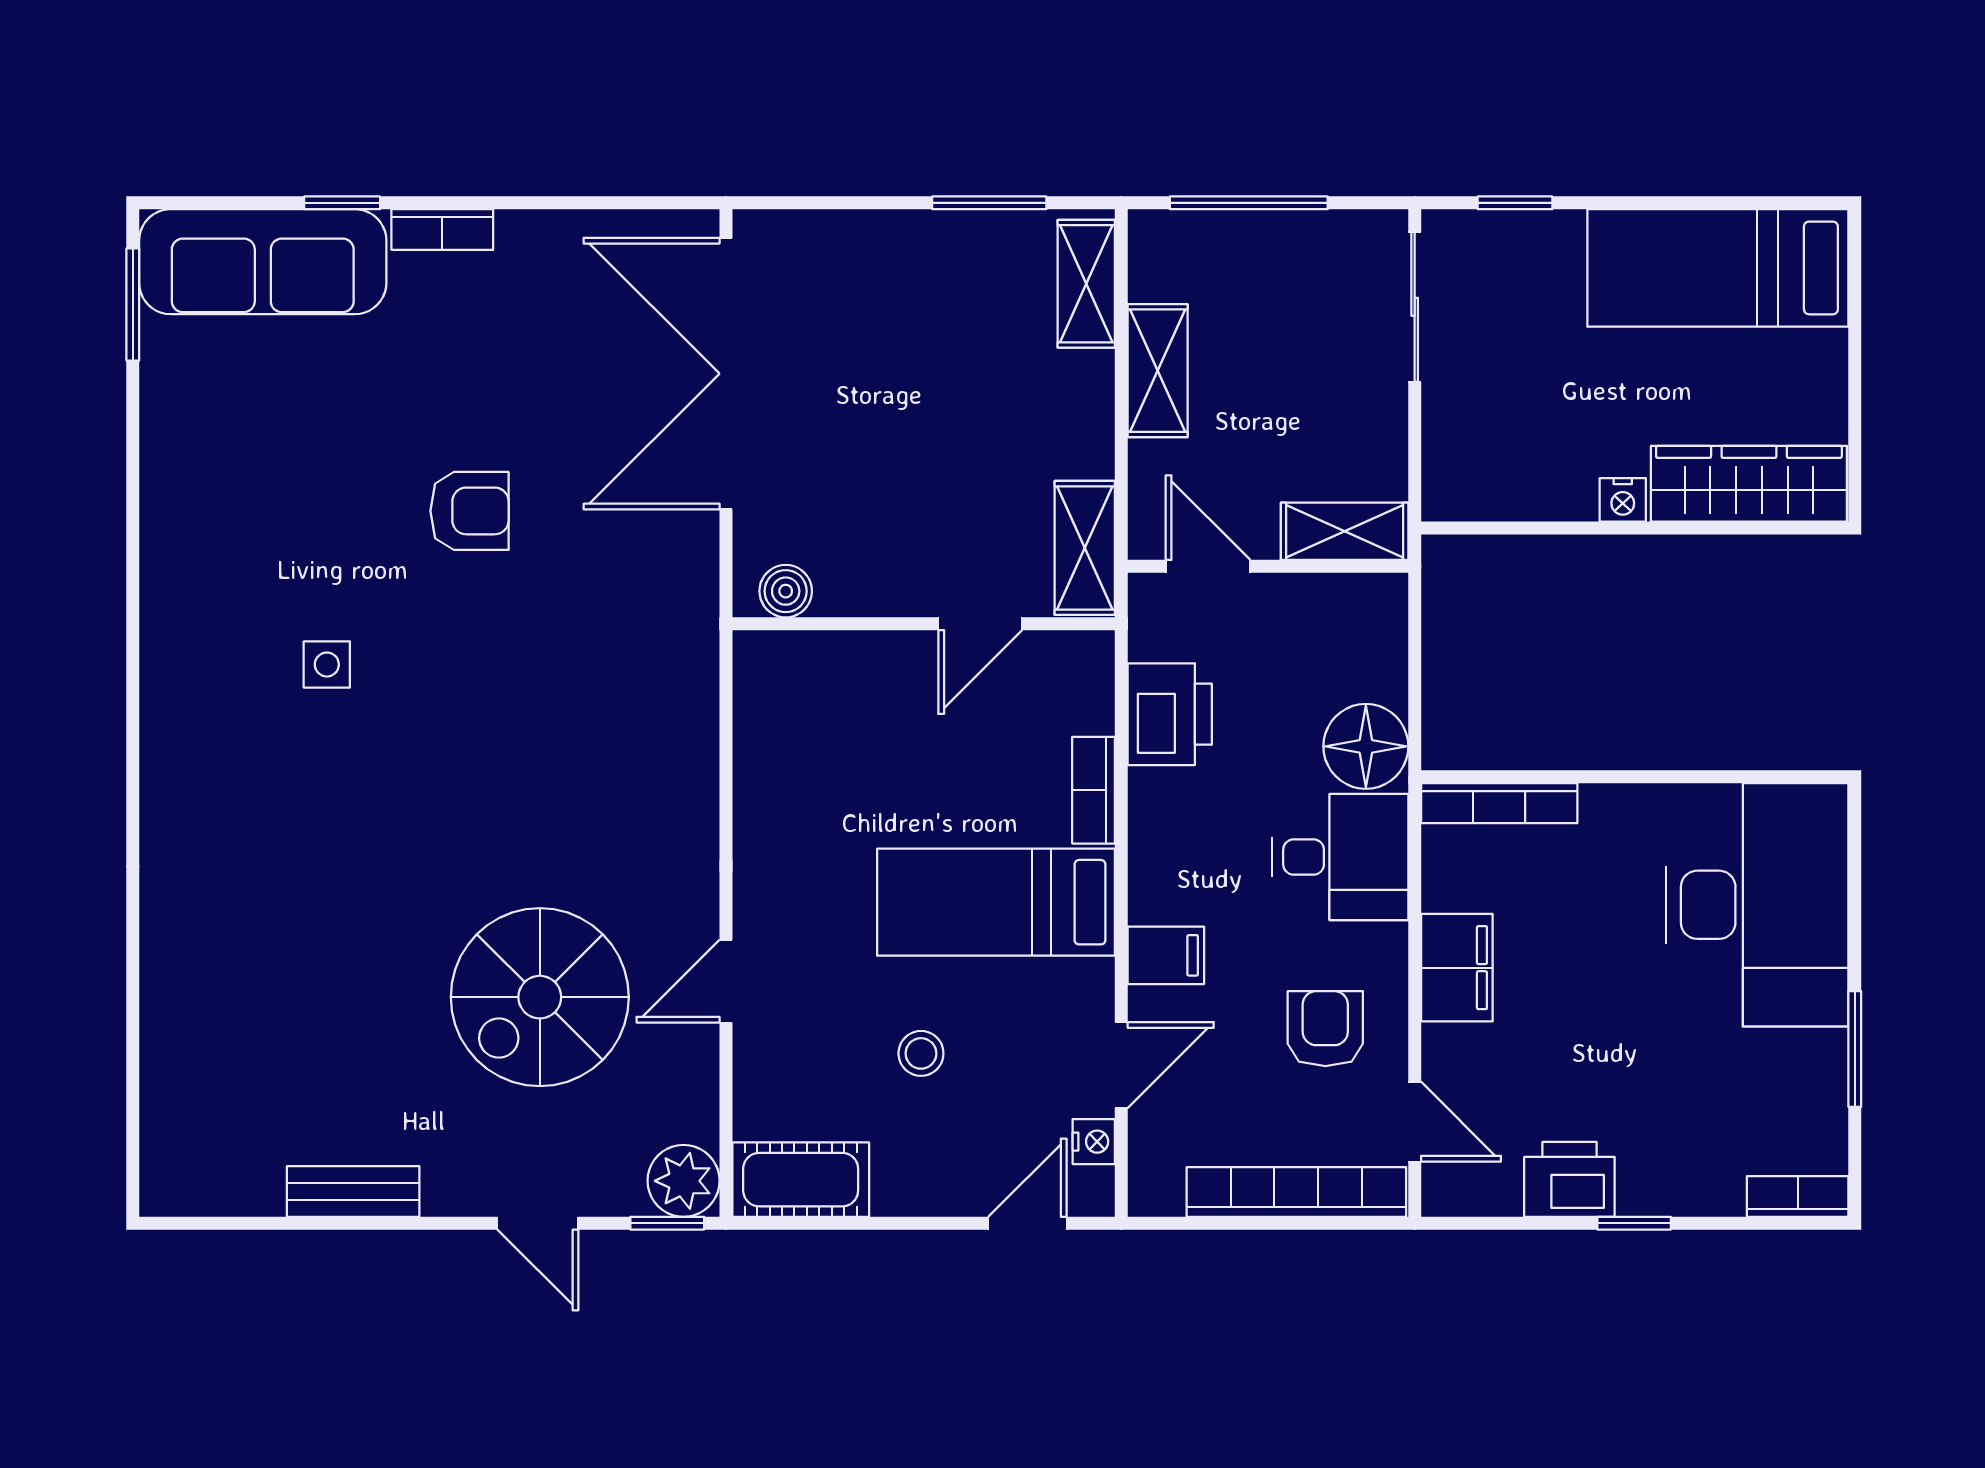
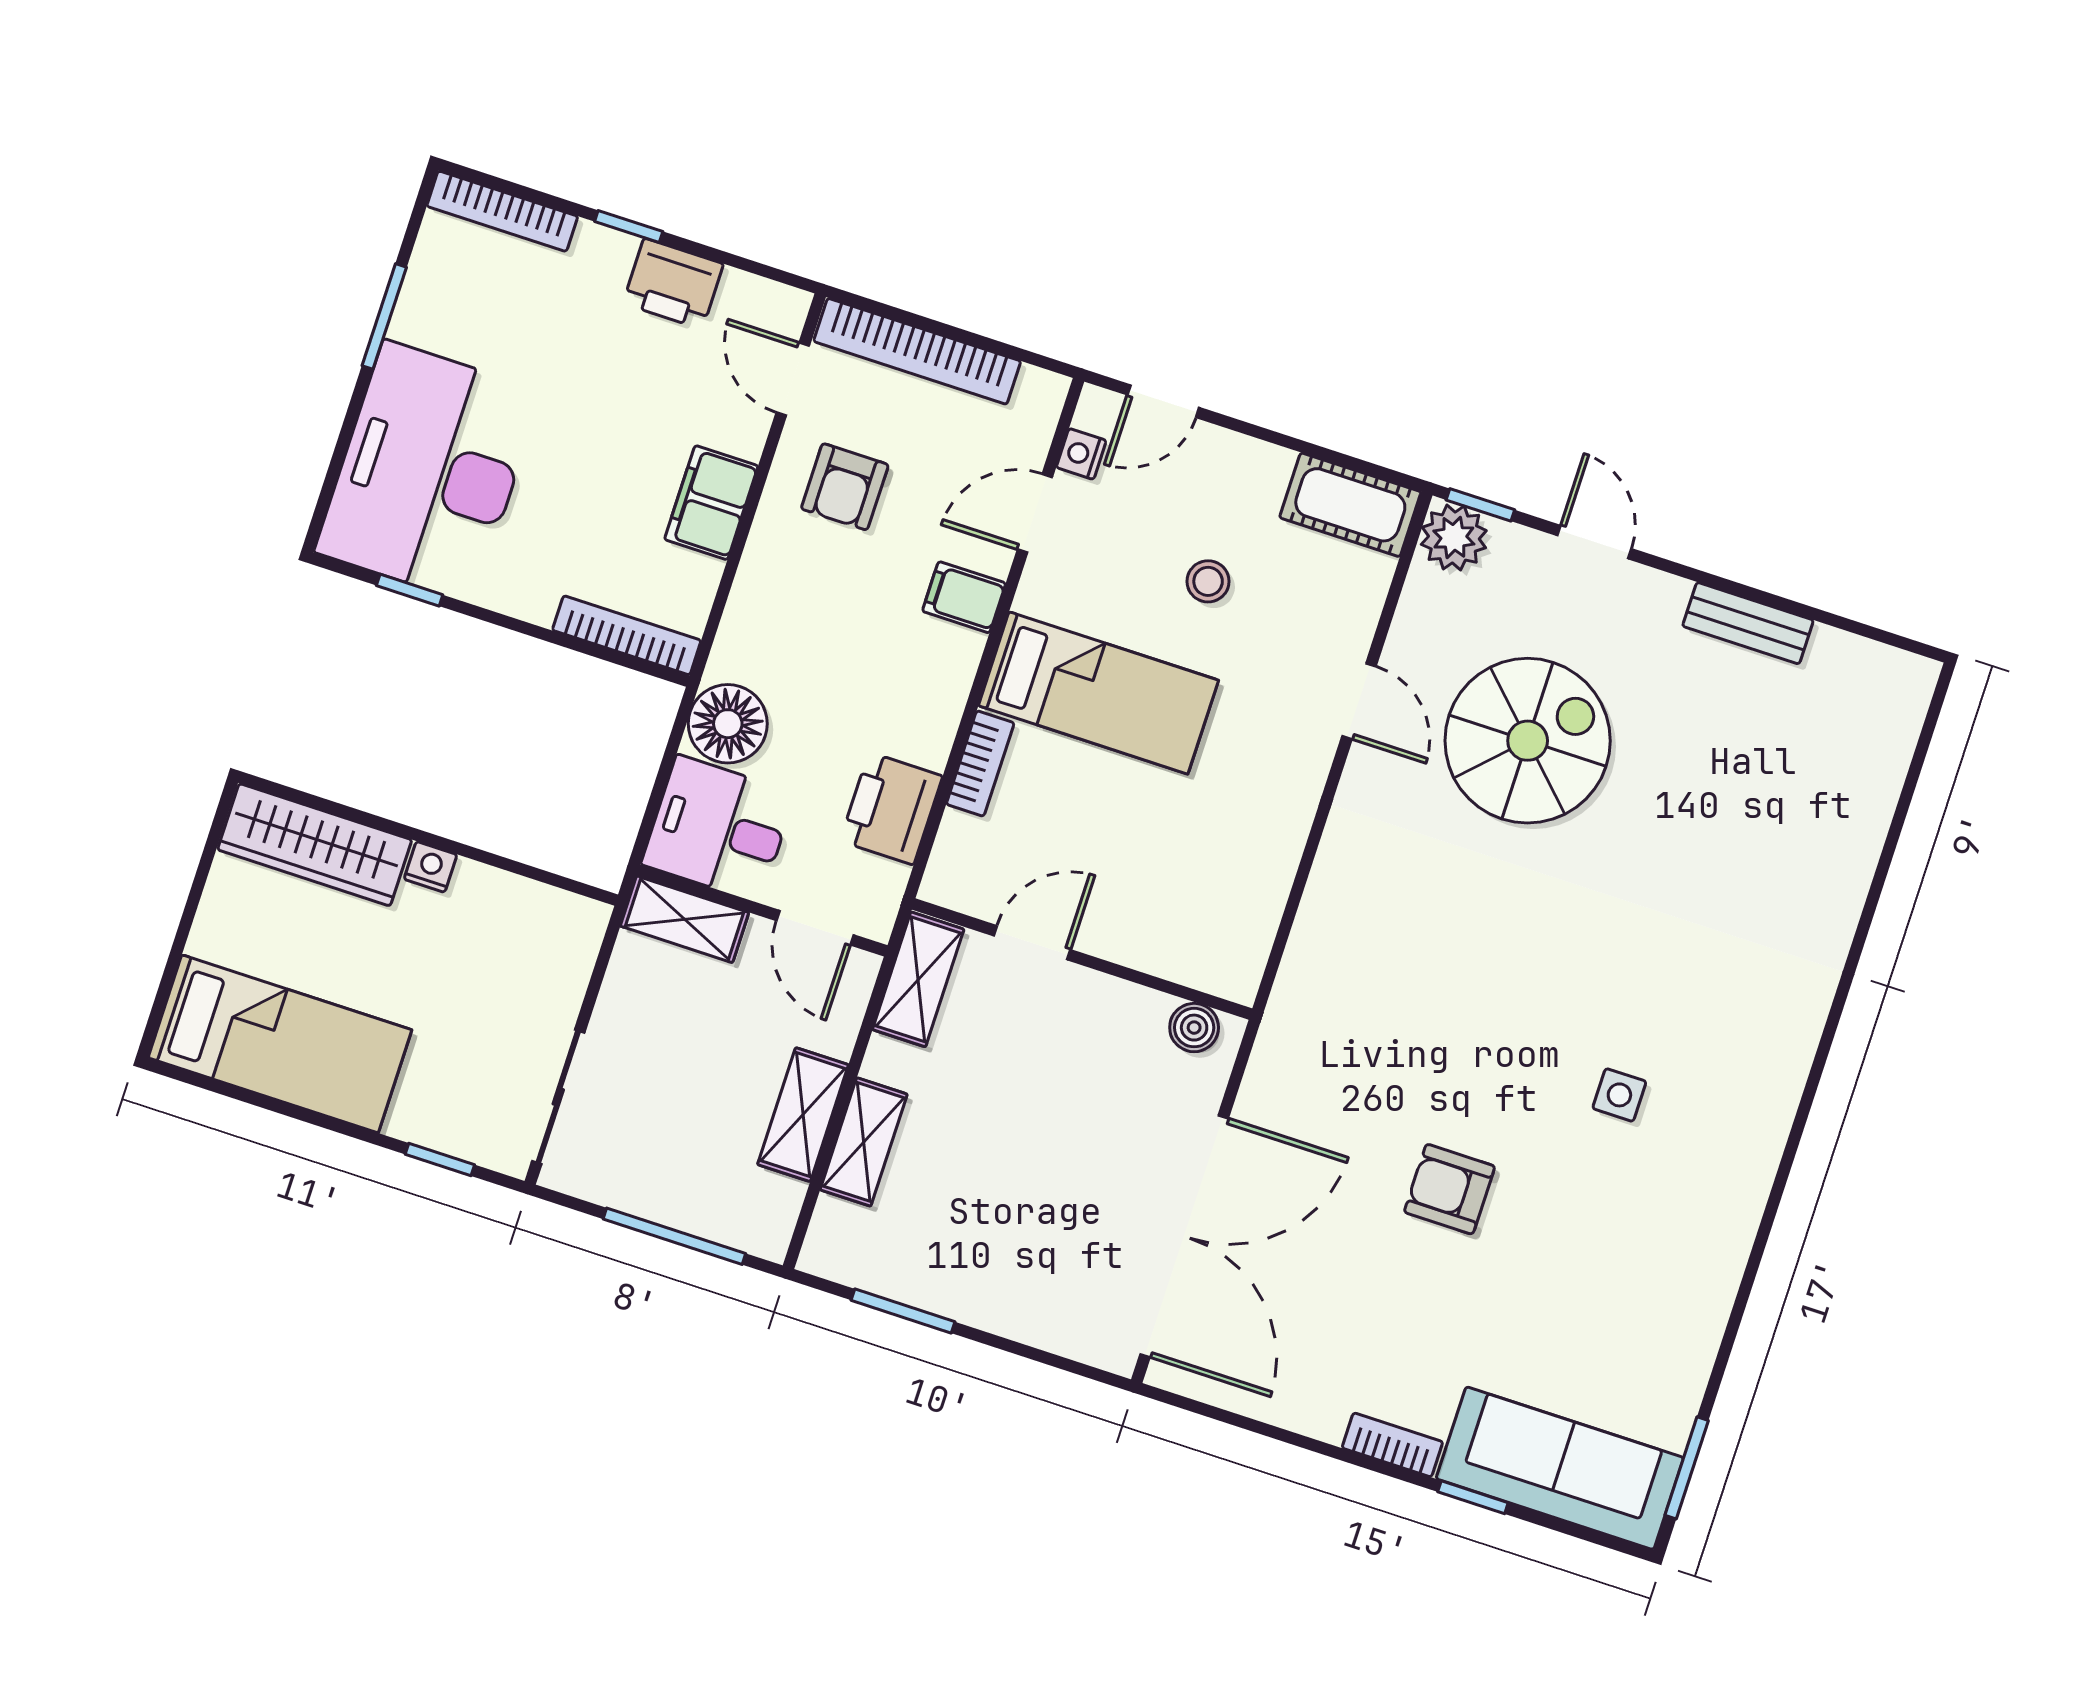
shelving: (1086, 284) -> (864, 1142), moved
window: (1737, 777) -> (410, 590), added
desk: (1340, 857) -> (718, 829), moved
door: (726, 981) -> (1359, 701), hinge flipped
bookcase: (1798, 1197) -> (502, 211), width x1.56

